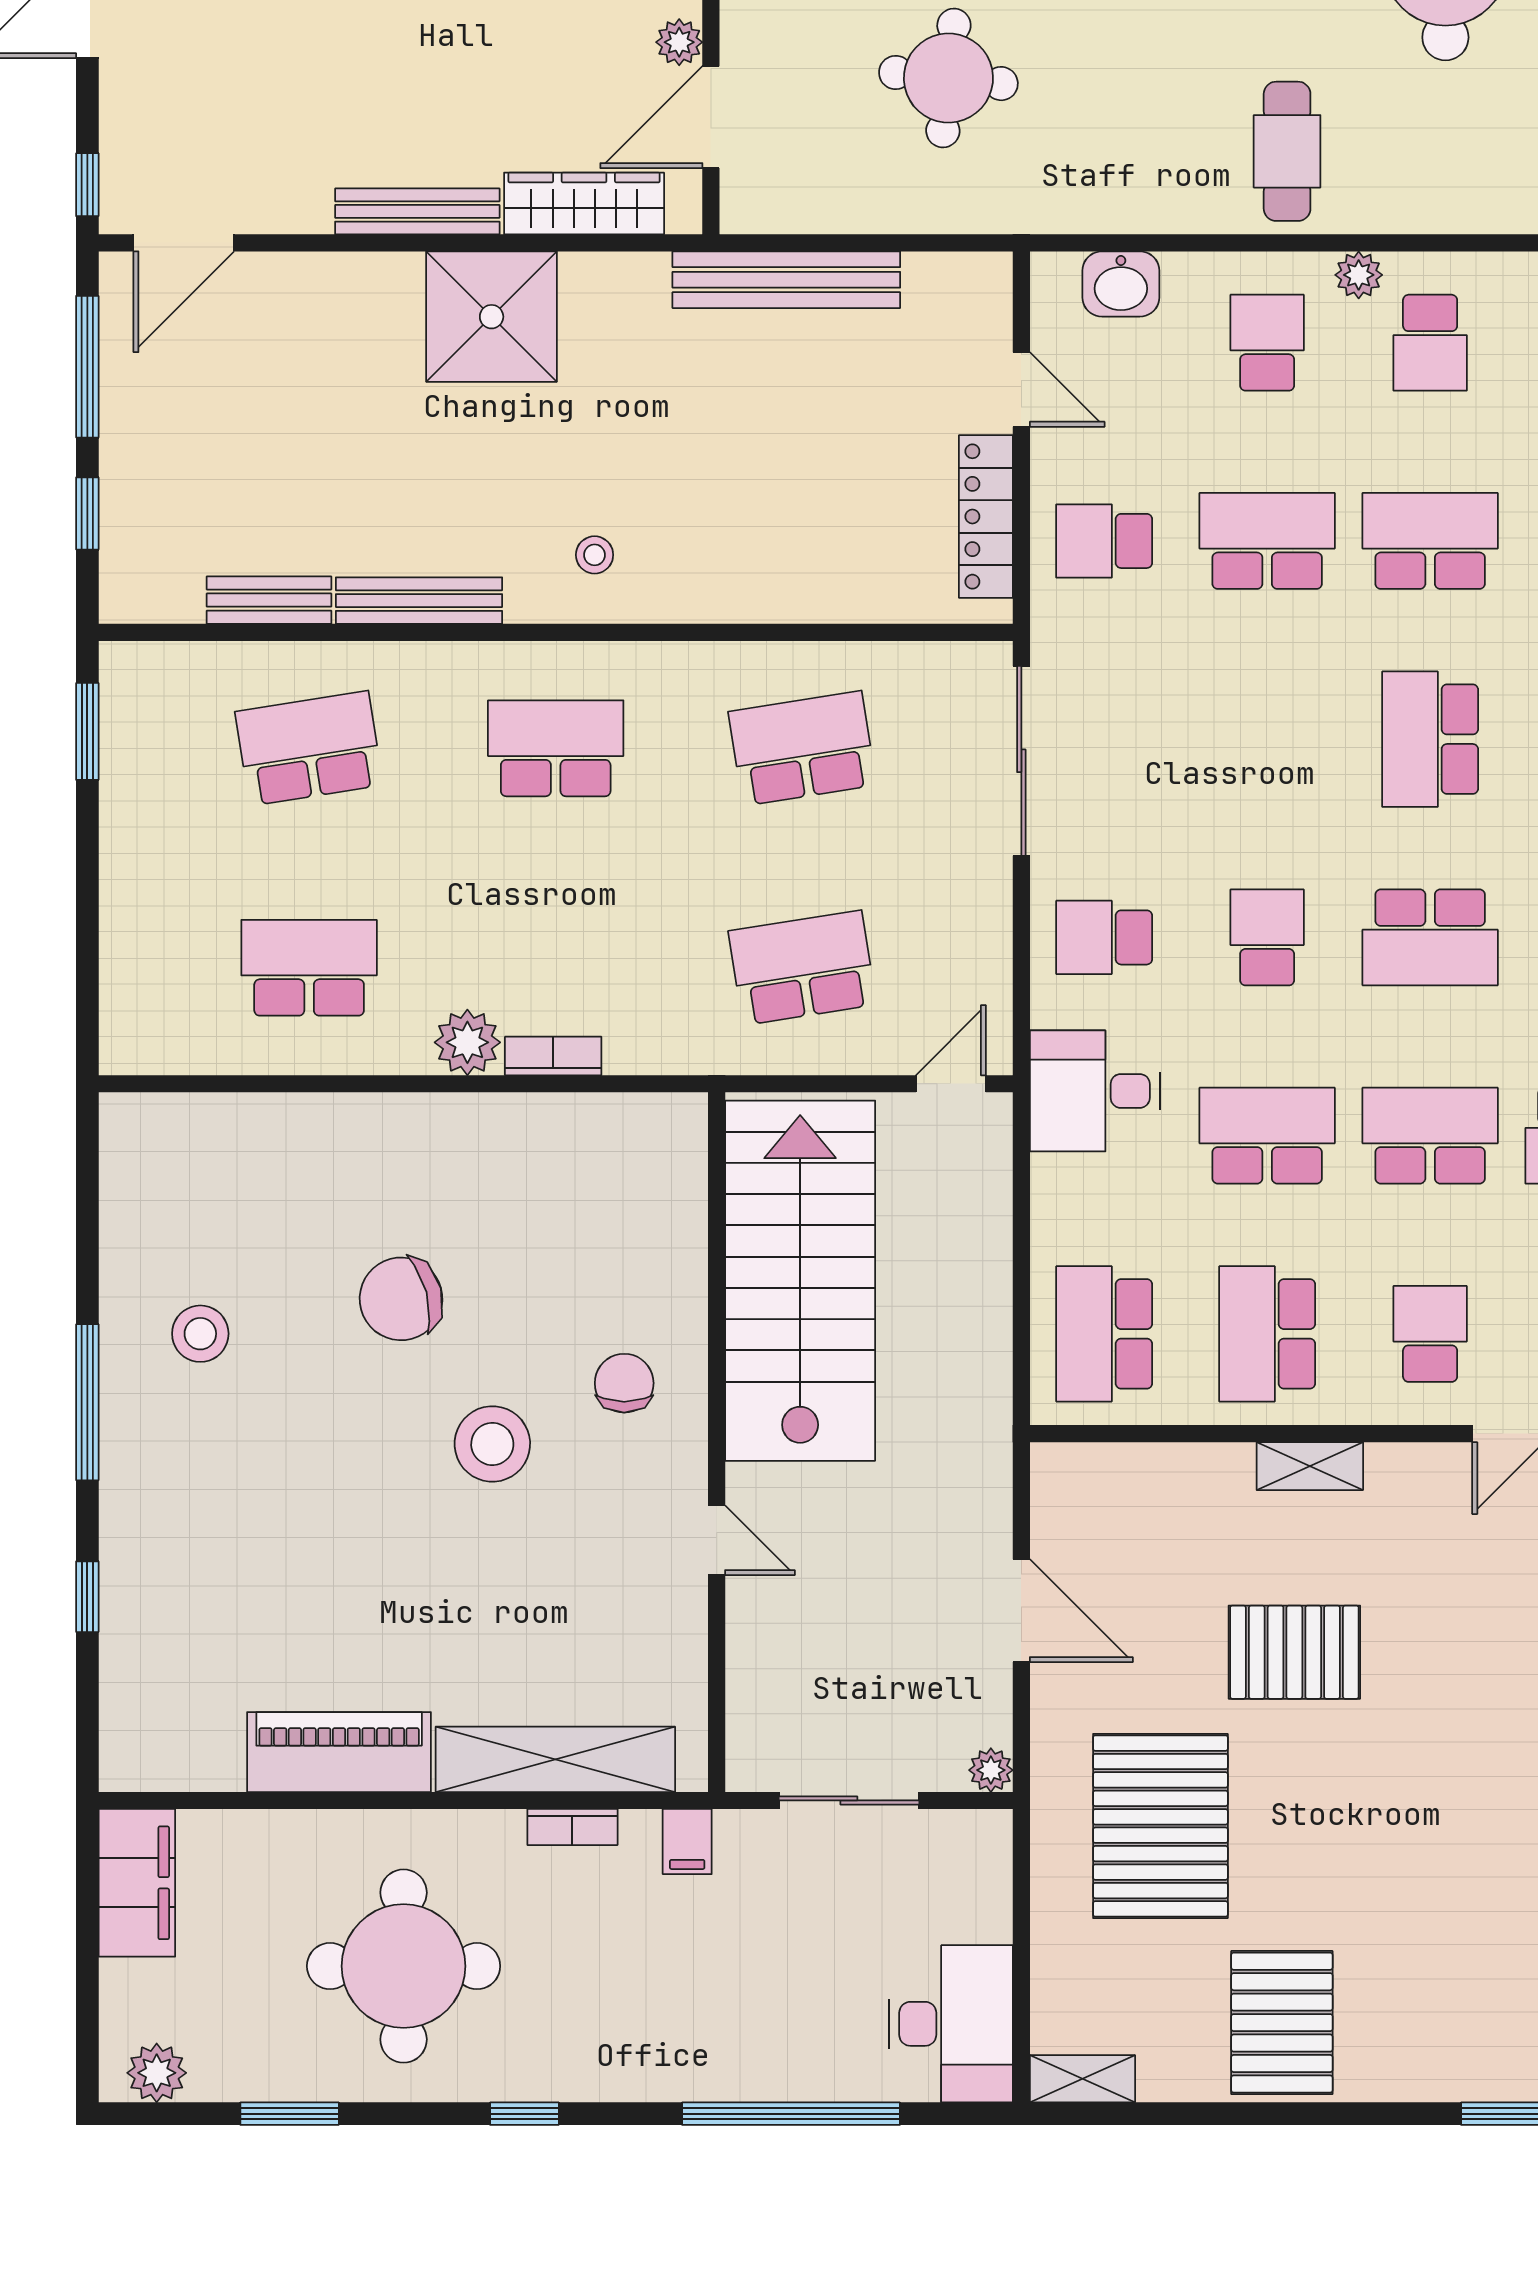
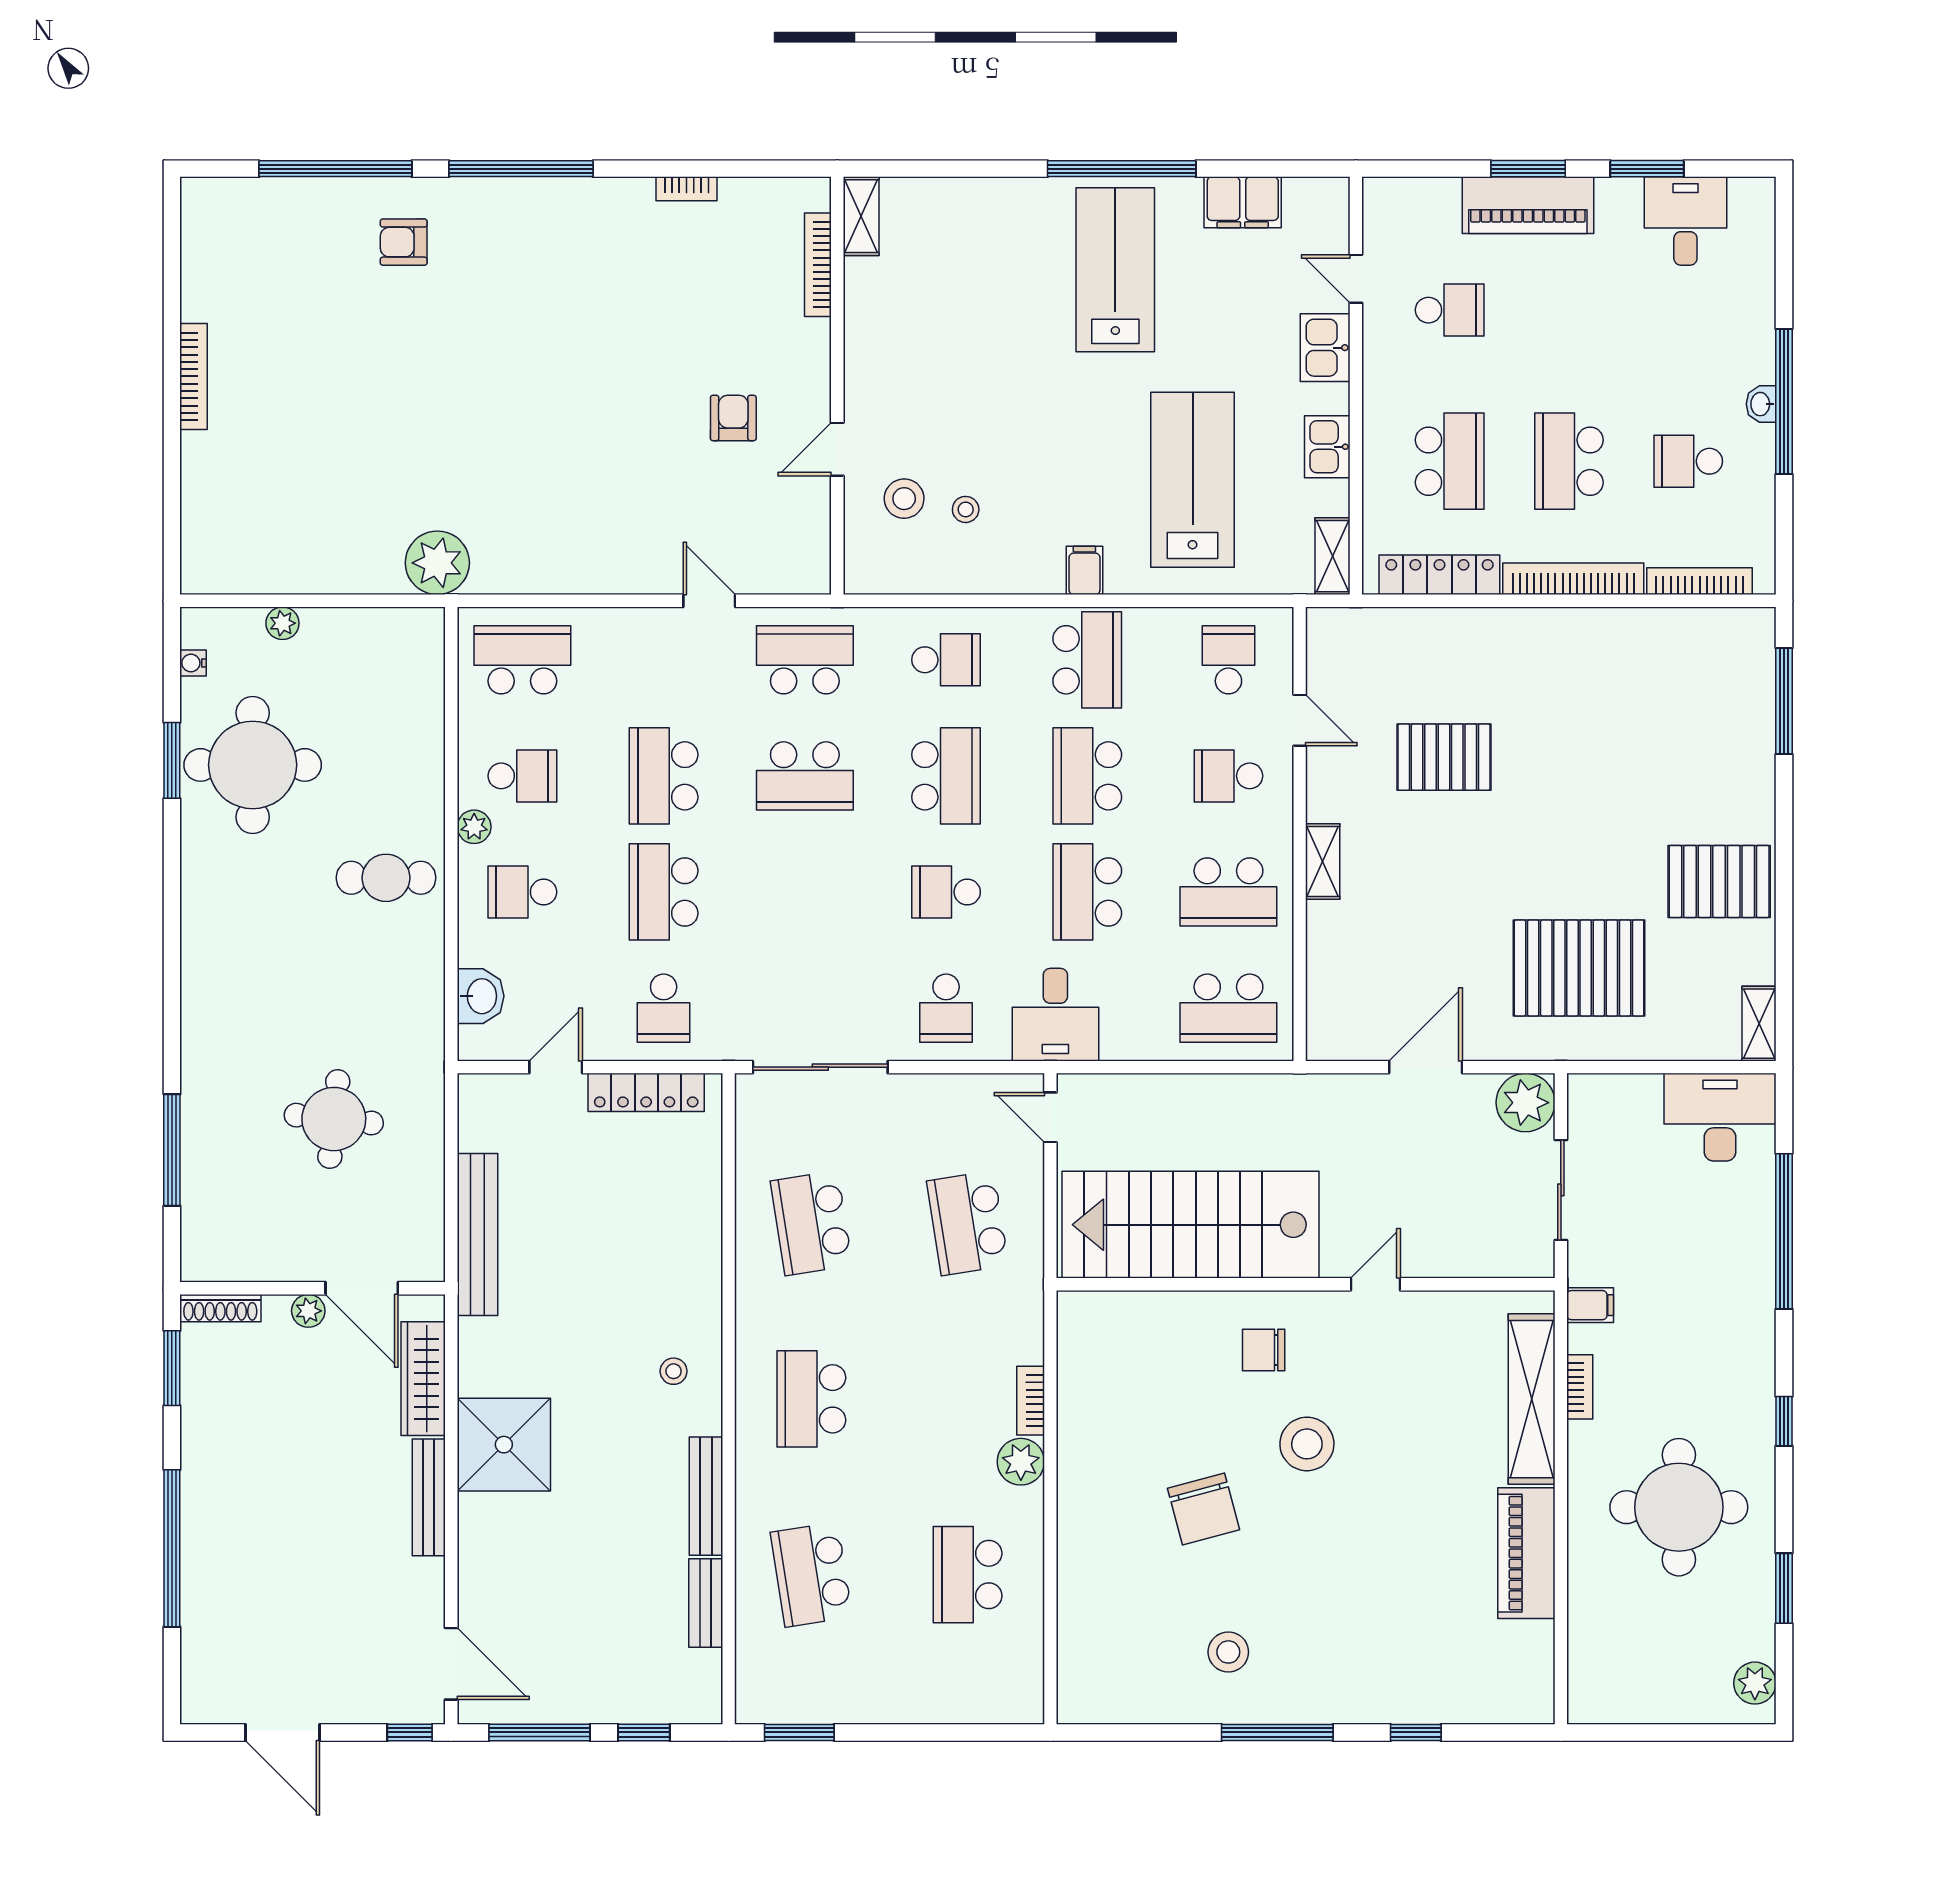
pallet: (1294, 1652) -> (1444, 757), moved, turned 90
plant: (991, 1770) -> (1526, 1103), width x1.88, depth x1.88
filing cabinet: (137, 1883) -> (1620, 1697), removed

